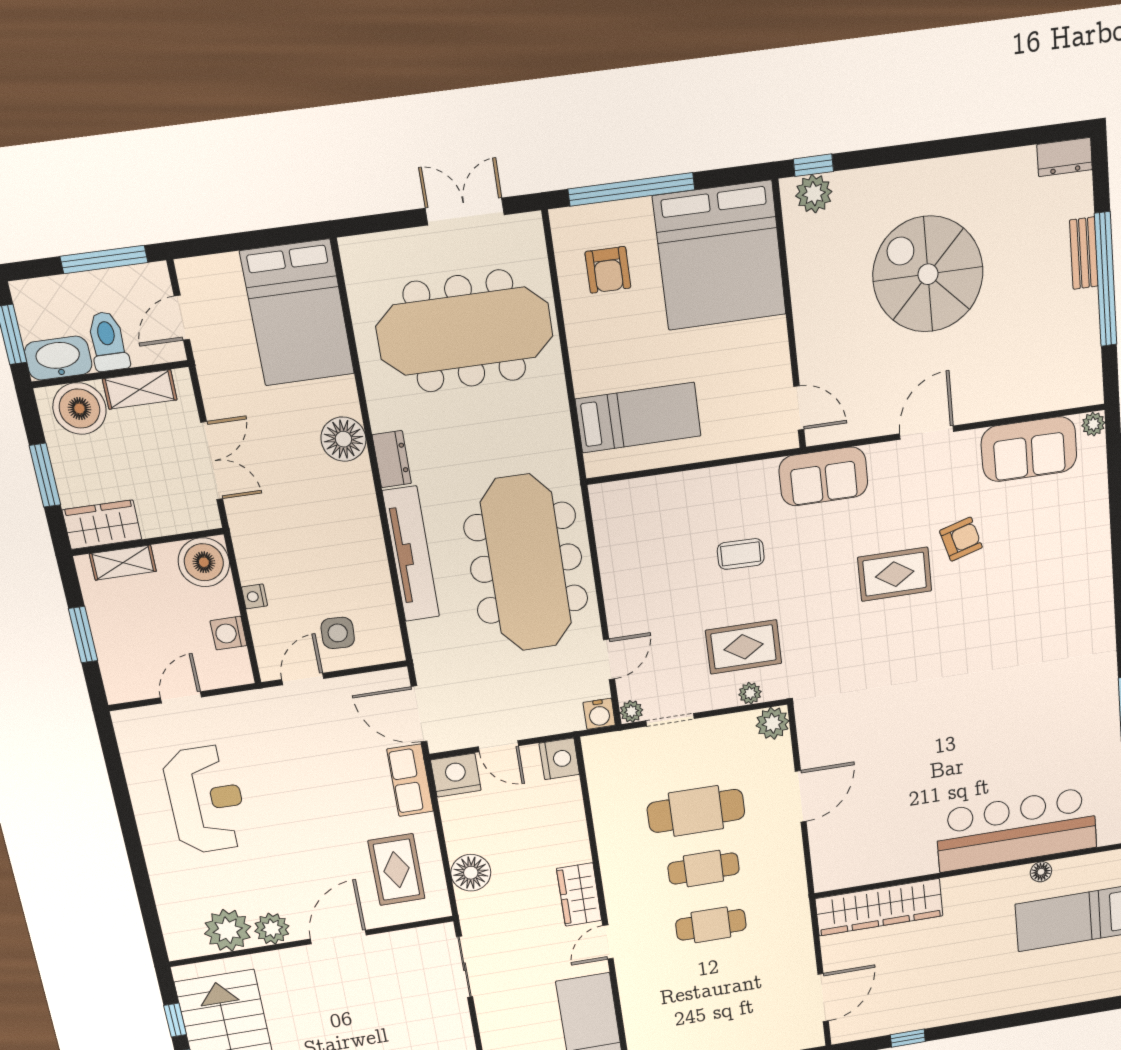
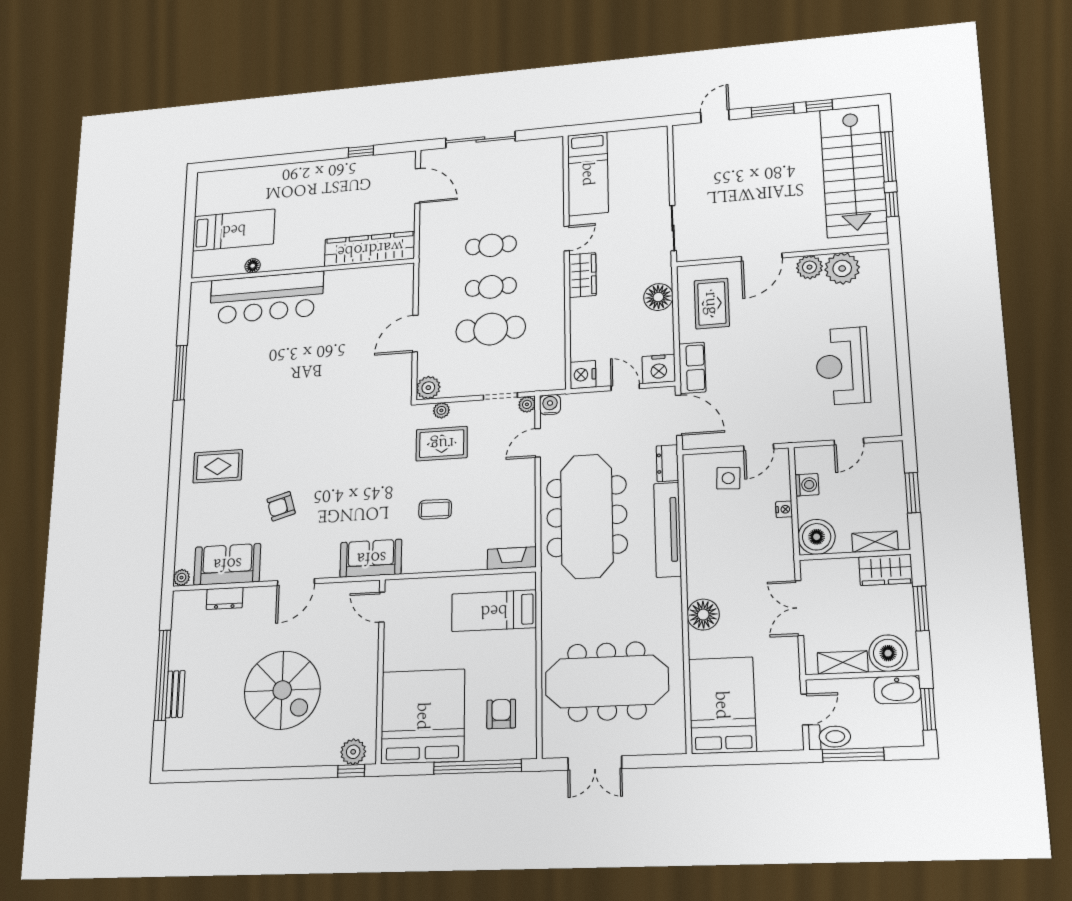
dresser: (1065, 157) -> (225, 598), moved, turned 180
toilet: (108, 341) -> (829, 737), moved, turned -90
dresser: (392, 459) -> (667, 463), moved
fireplace: (623, 494) -> (512, 558), added
rug: (895, 574) -> (218, 466), moved
door: (823, 998) -> (418, 186), swing flipped

